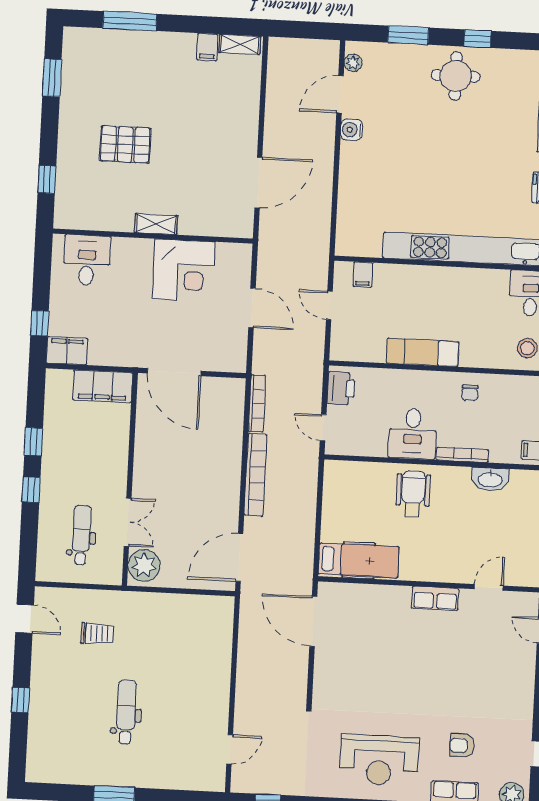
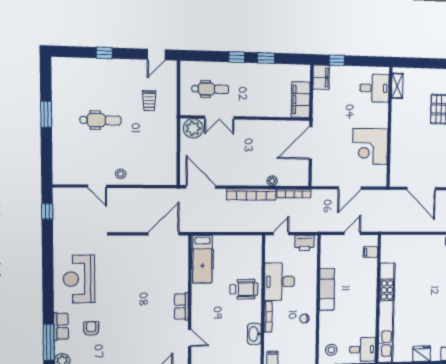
window: (47, 179) -> (420, 63), removed
shelving: (156, 224) -> (397, 86), moved
desk: (413, 434) -> (279, 282), width x1.37
plant: (234, 439) -> (272, 181), added
stool: (213, 685) -> (121, 174), added
door: (230, 749) -> (97, 186), moved

